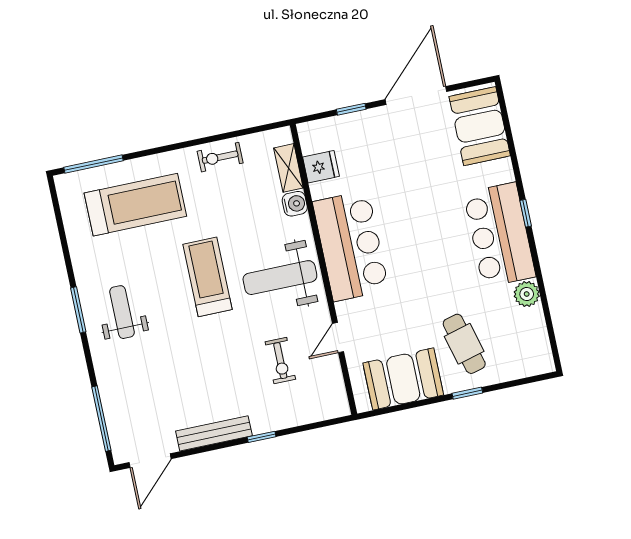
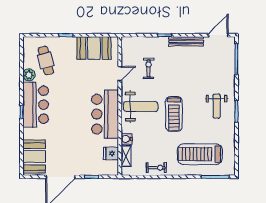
cafe table: (464, 344) -> (46, 61), moved

